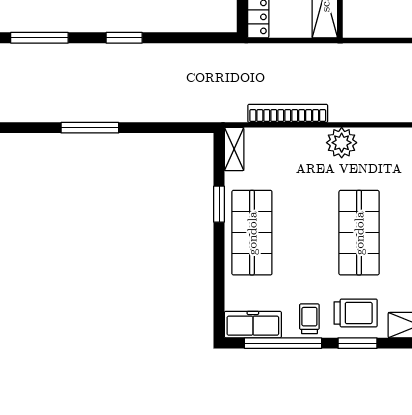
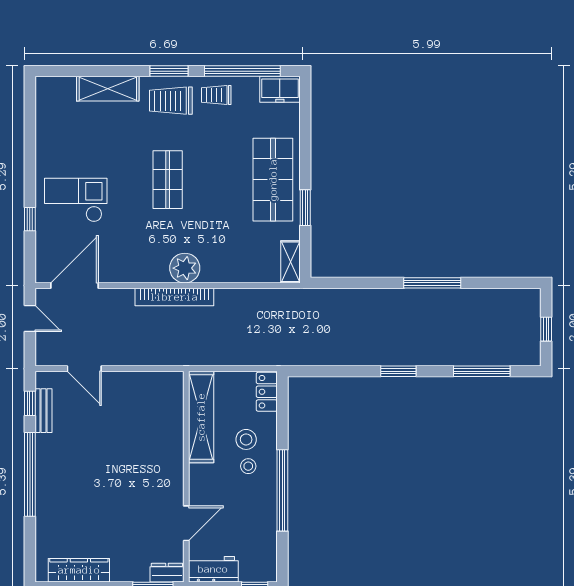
bookcase: (288, 113) -> (174, 297), moved
shop shelf: (359, 233) -> (168, 180), width x0.70, depth x0.74
trolley: (309, 319) -> (216, 95), turned 90
freezer: (253, 325) -> (280, 89), width x0.71

